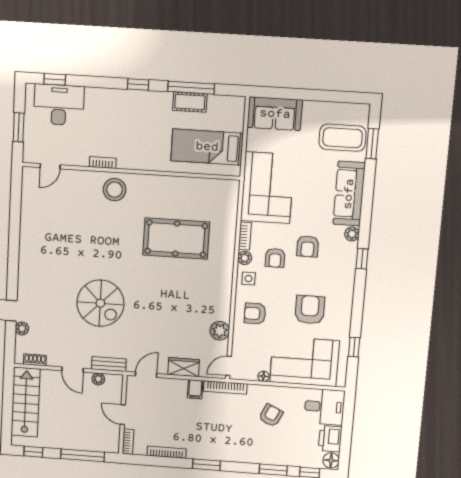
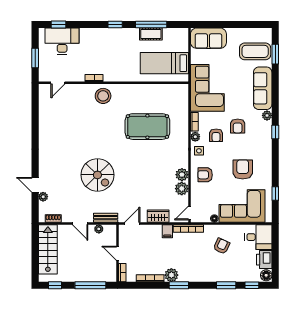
plant: (222, 311) -> (182, 175), added
plant: (197, 450) -> (171, 275), added

